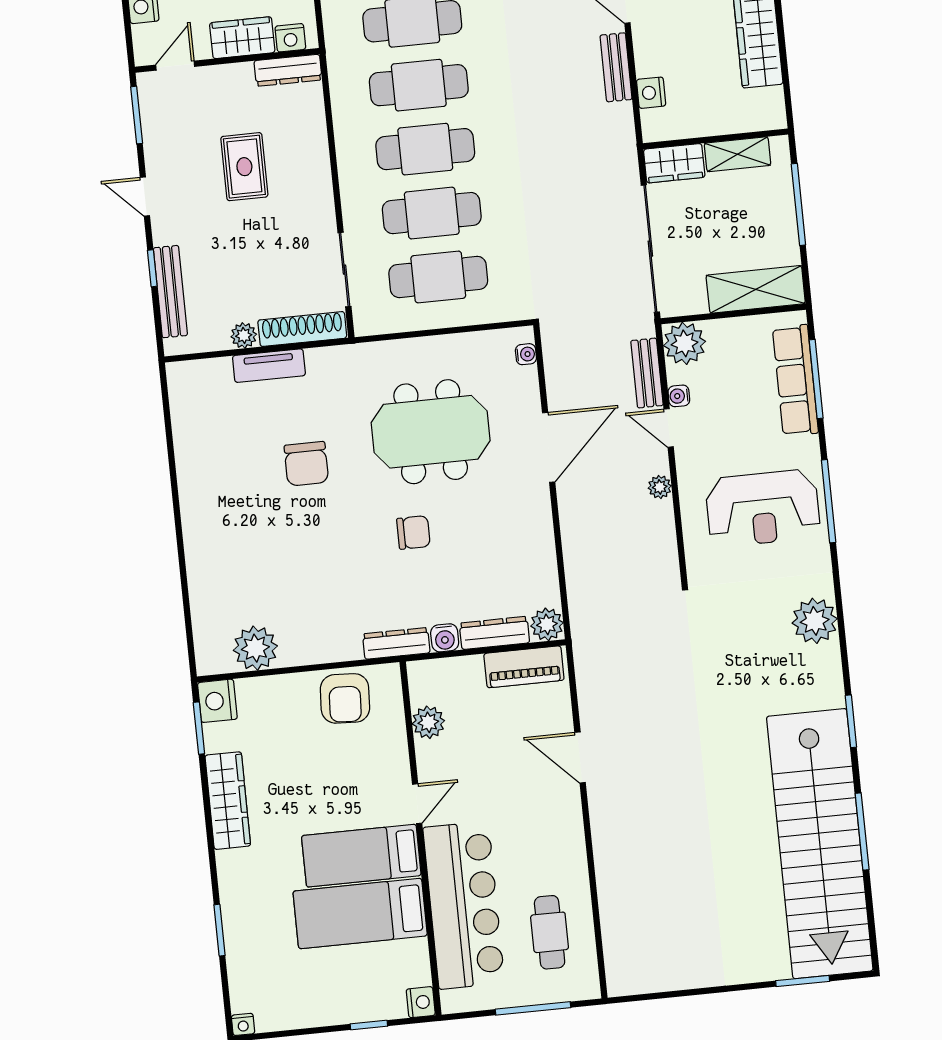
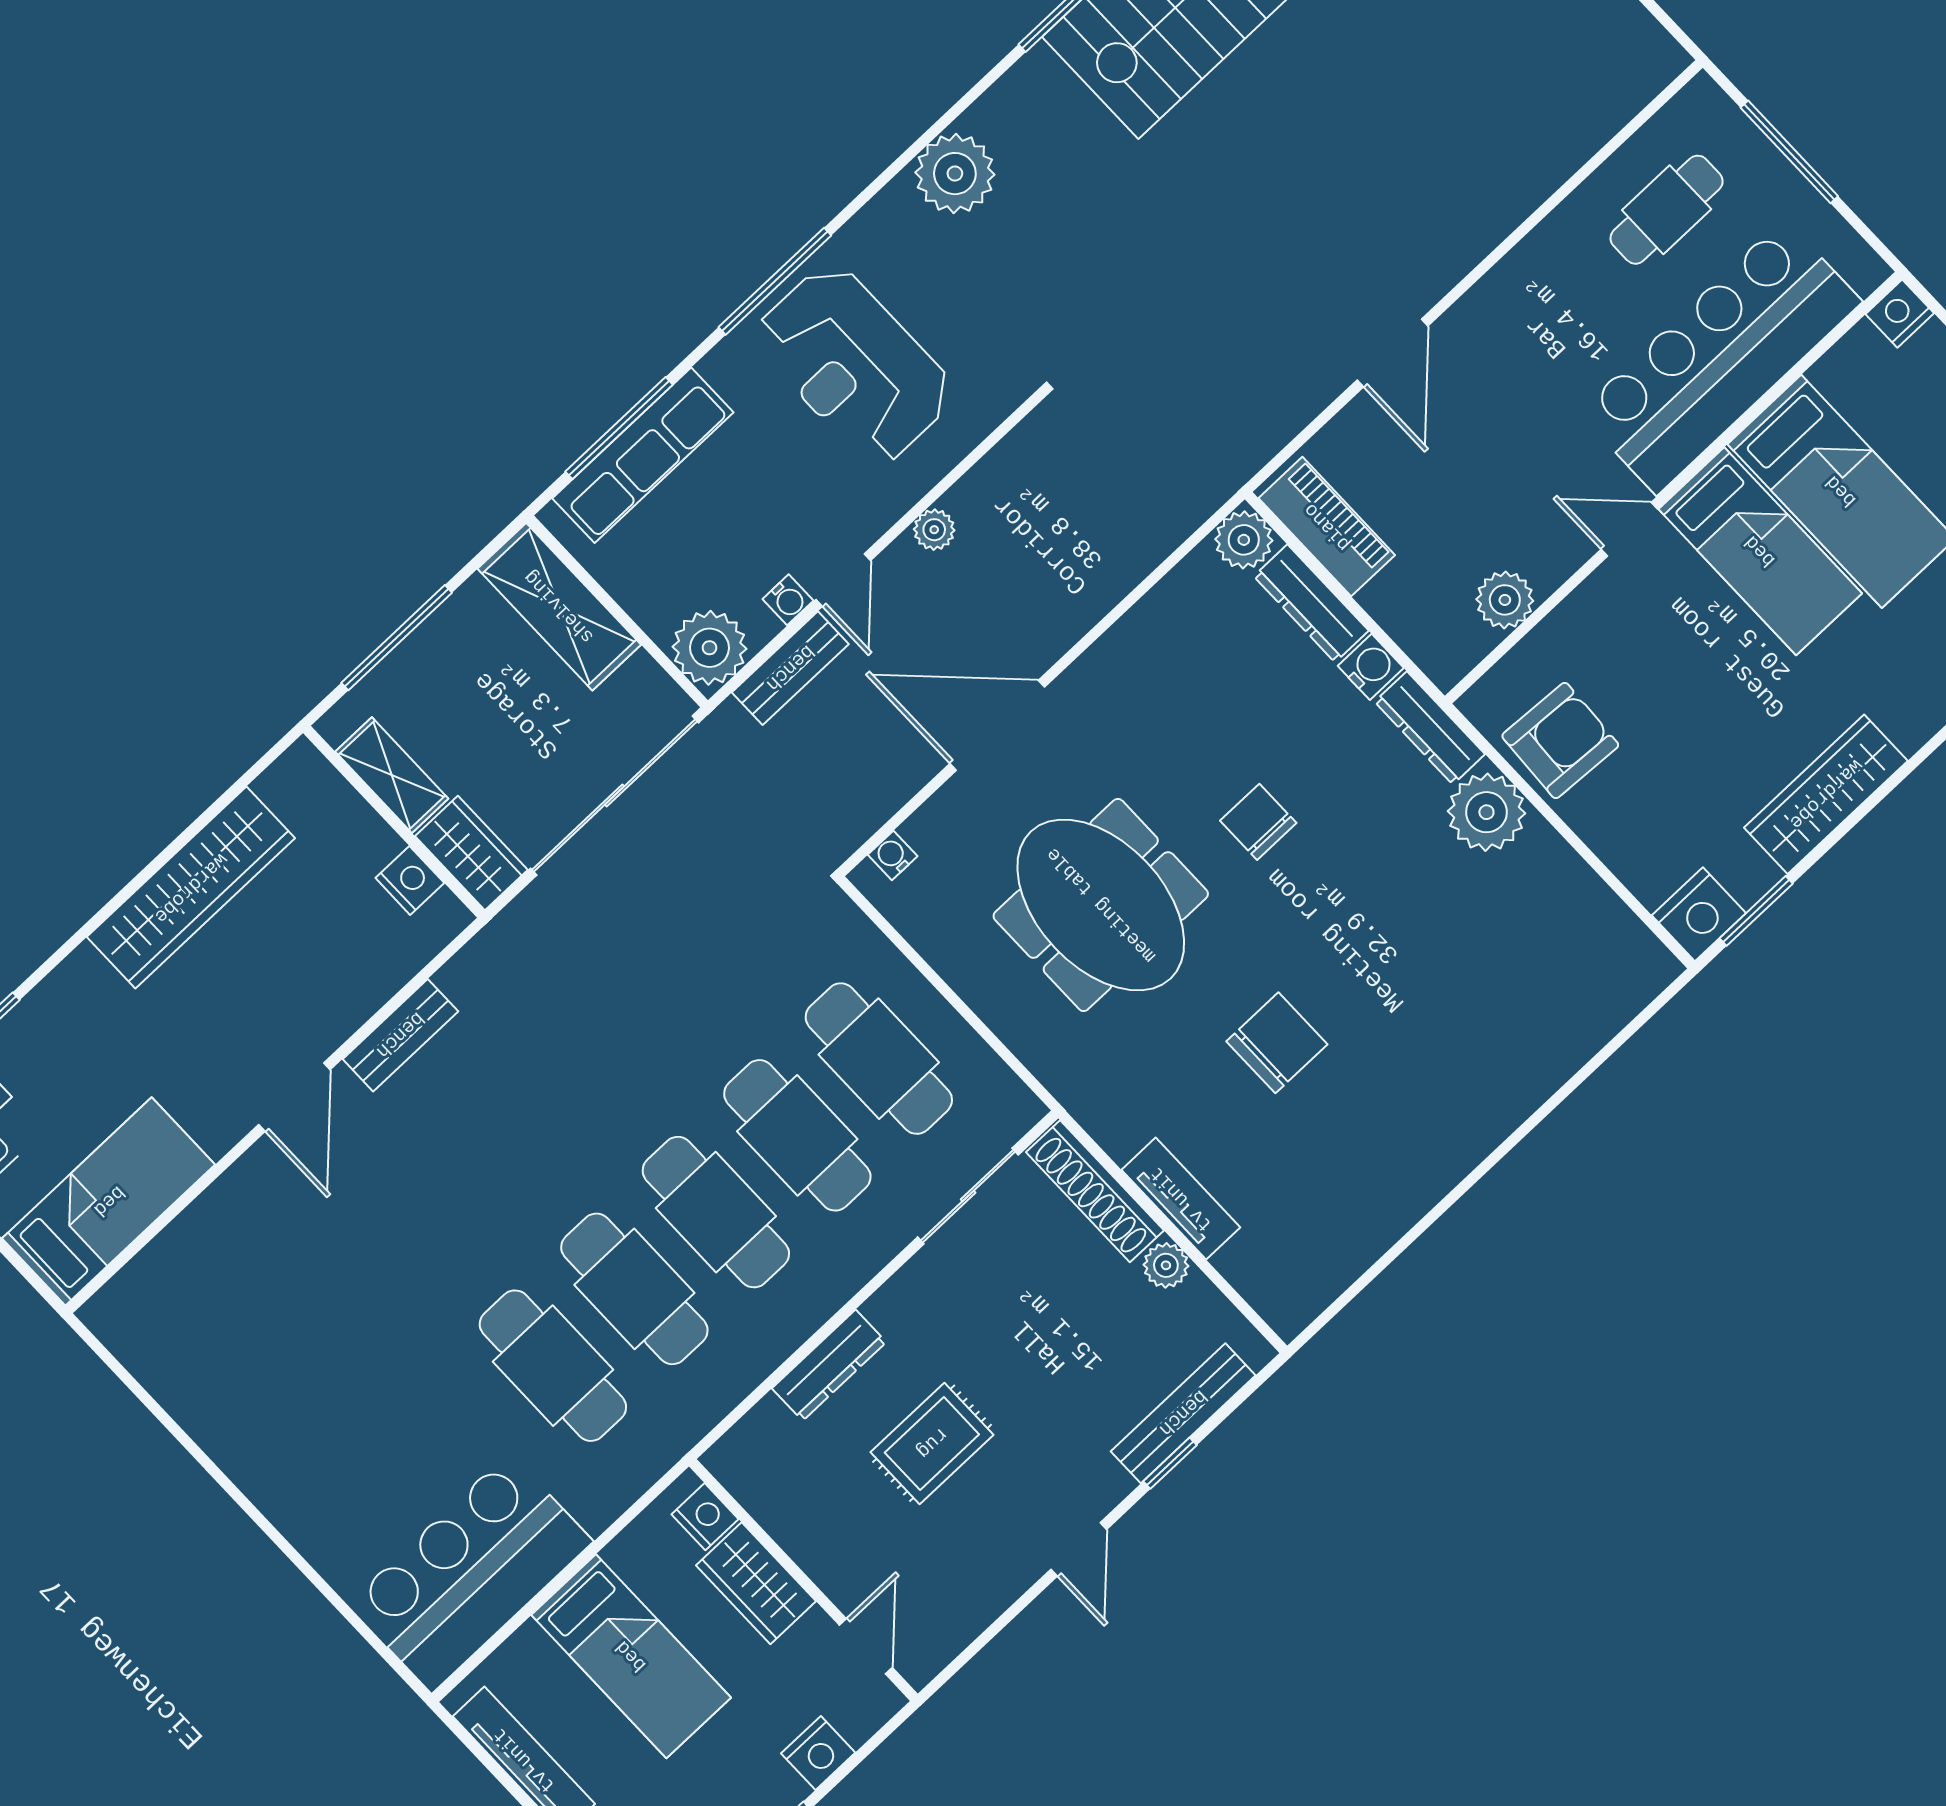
door: (175, 66) -> (866, 1646), swing flipped
dresser: (288, 70) -> (829, 1365), moved, turned 90
nightstand: (651, 93) -> (410, 880), moved, turned -90
window: (137, 115) -> (975, 1647), removed
reception desk: (763, 508) -> (854, 365), turned 180
plant: (255, 648) -> (1486, 812), moved

